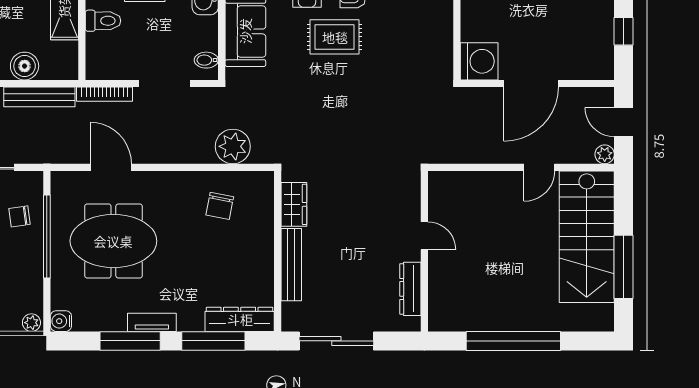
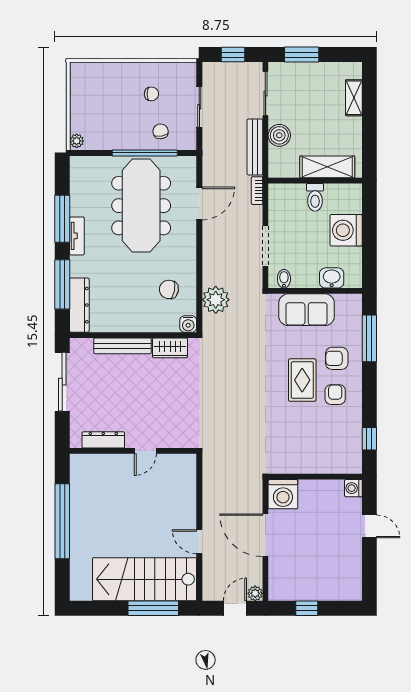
bookcase: (105, 94) -> (257, 191), width x0.64
plant: (605, 154) -> (255, 593), moved
meeting table: (113, 241) -> (141, 206), width x1.36
window: (624, 267) -> (153, 608), moved
water cooler: (61, 321) -> (188, 324), moved, turned 180

